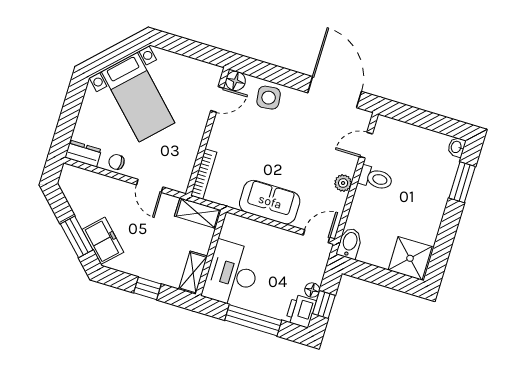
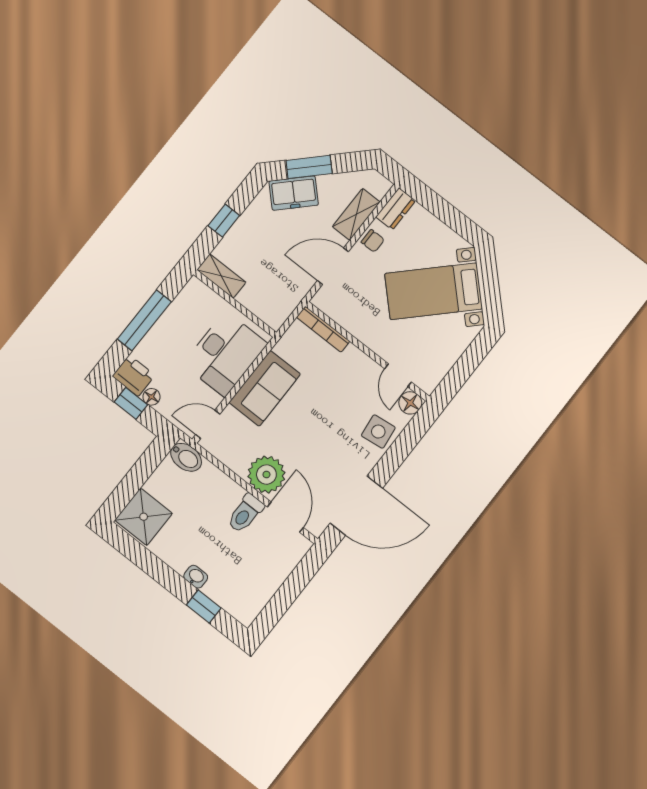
door: (366, 145) -> (285, 517), width x1.38
washbasin: (457, 147) -> (196, 577), moved
chair: (117, 162) -> (373, 241), turned 90
window: (462, 182) -> (204, 607), width x0.67
plant: (343, 183) -> (266, 475), width x1.87, depth x1.87
door: (150, 186) -> (333, 266), width x1.38
shelving: (198, 213) -> (356, 214), moved
door: (316, 236) -> (208, 424), swing flipped
desk: (232, 274) -> (225, 354), moved, turned 90

